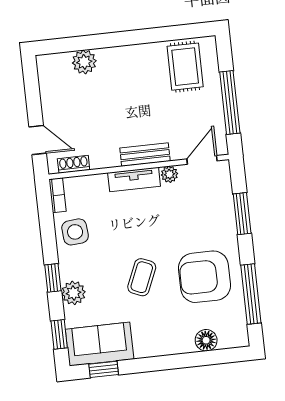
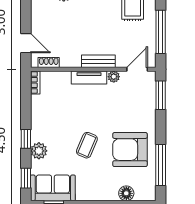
window: (242, 214) -> (161, 95), moved
side table: (75, 232) -> (45, 109), removed

